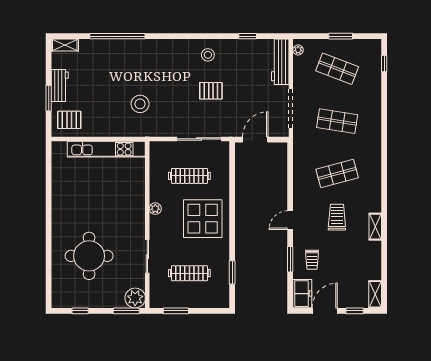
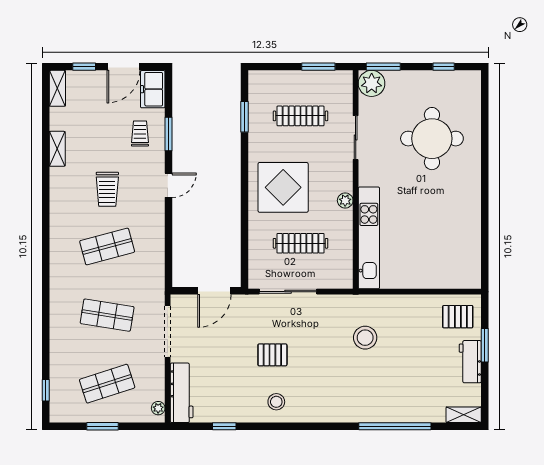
shop shelf: (337, 69) -> (107, 384), turned -39
kitchen unit: (106, 149) -> (369, 238), moved, turned 90
shelving: (375, 227) -> (57, 149), moved

